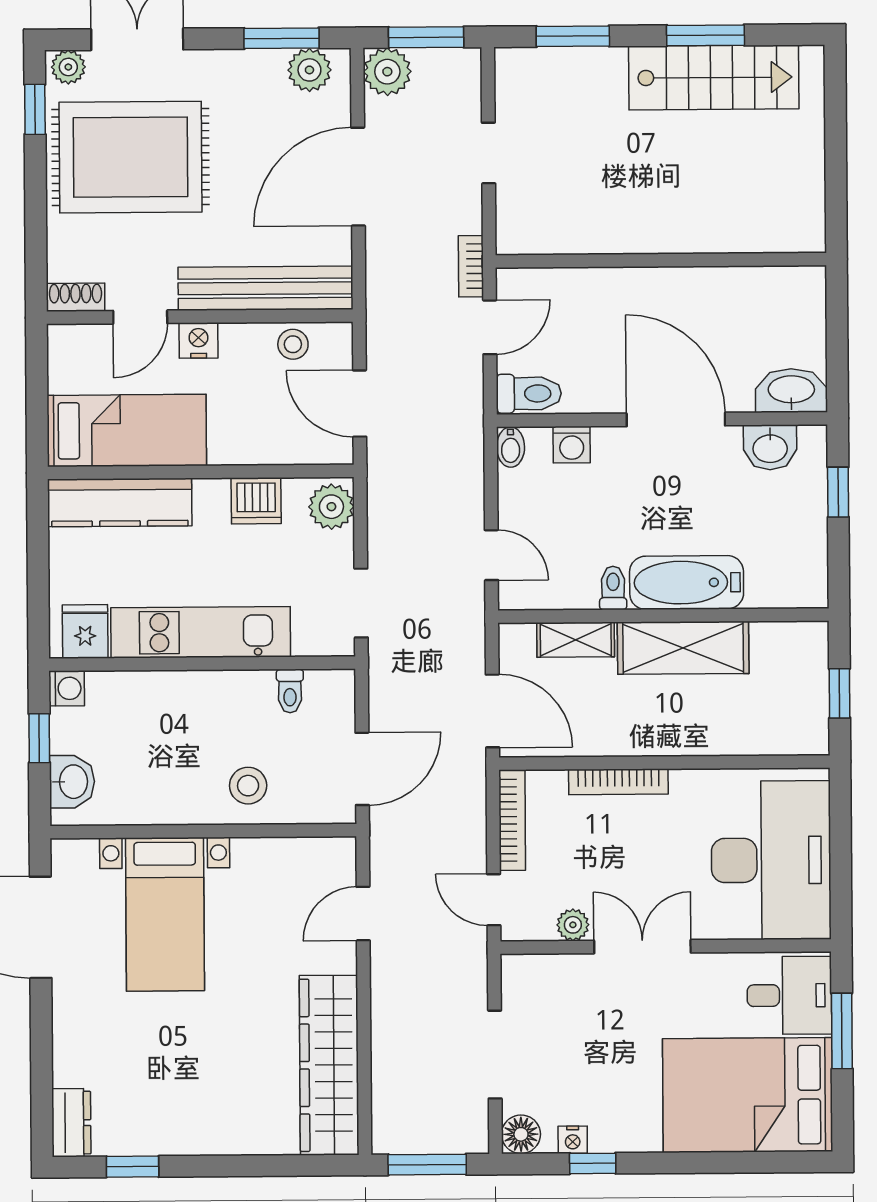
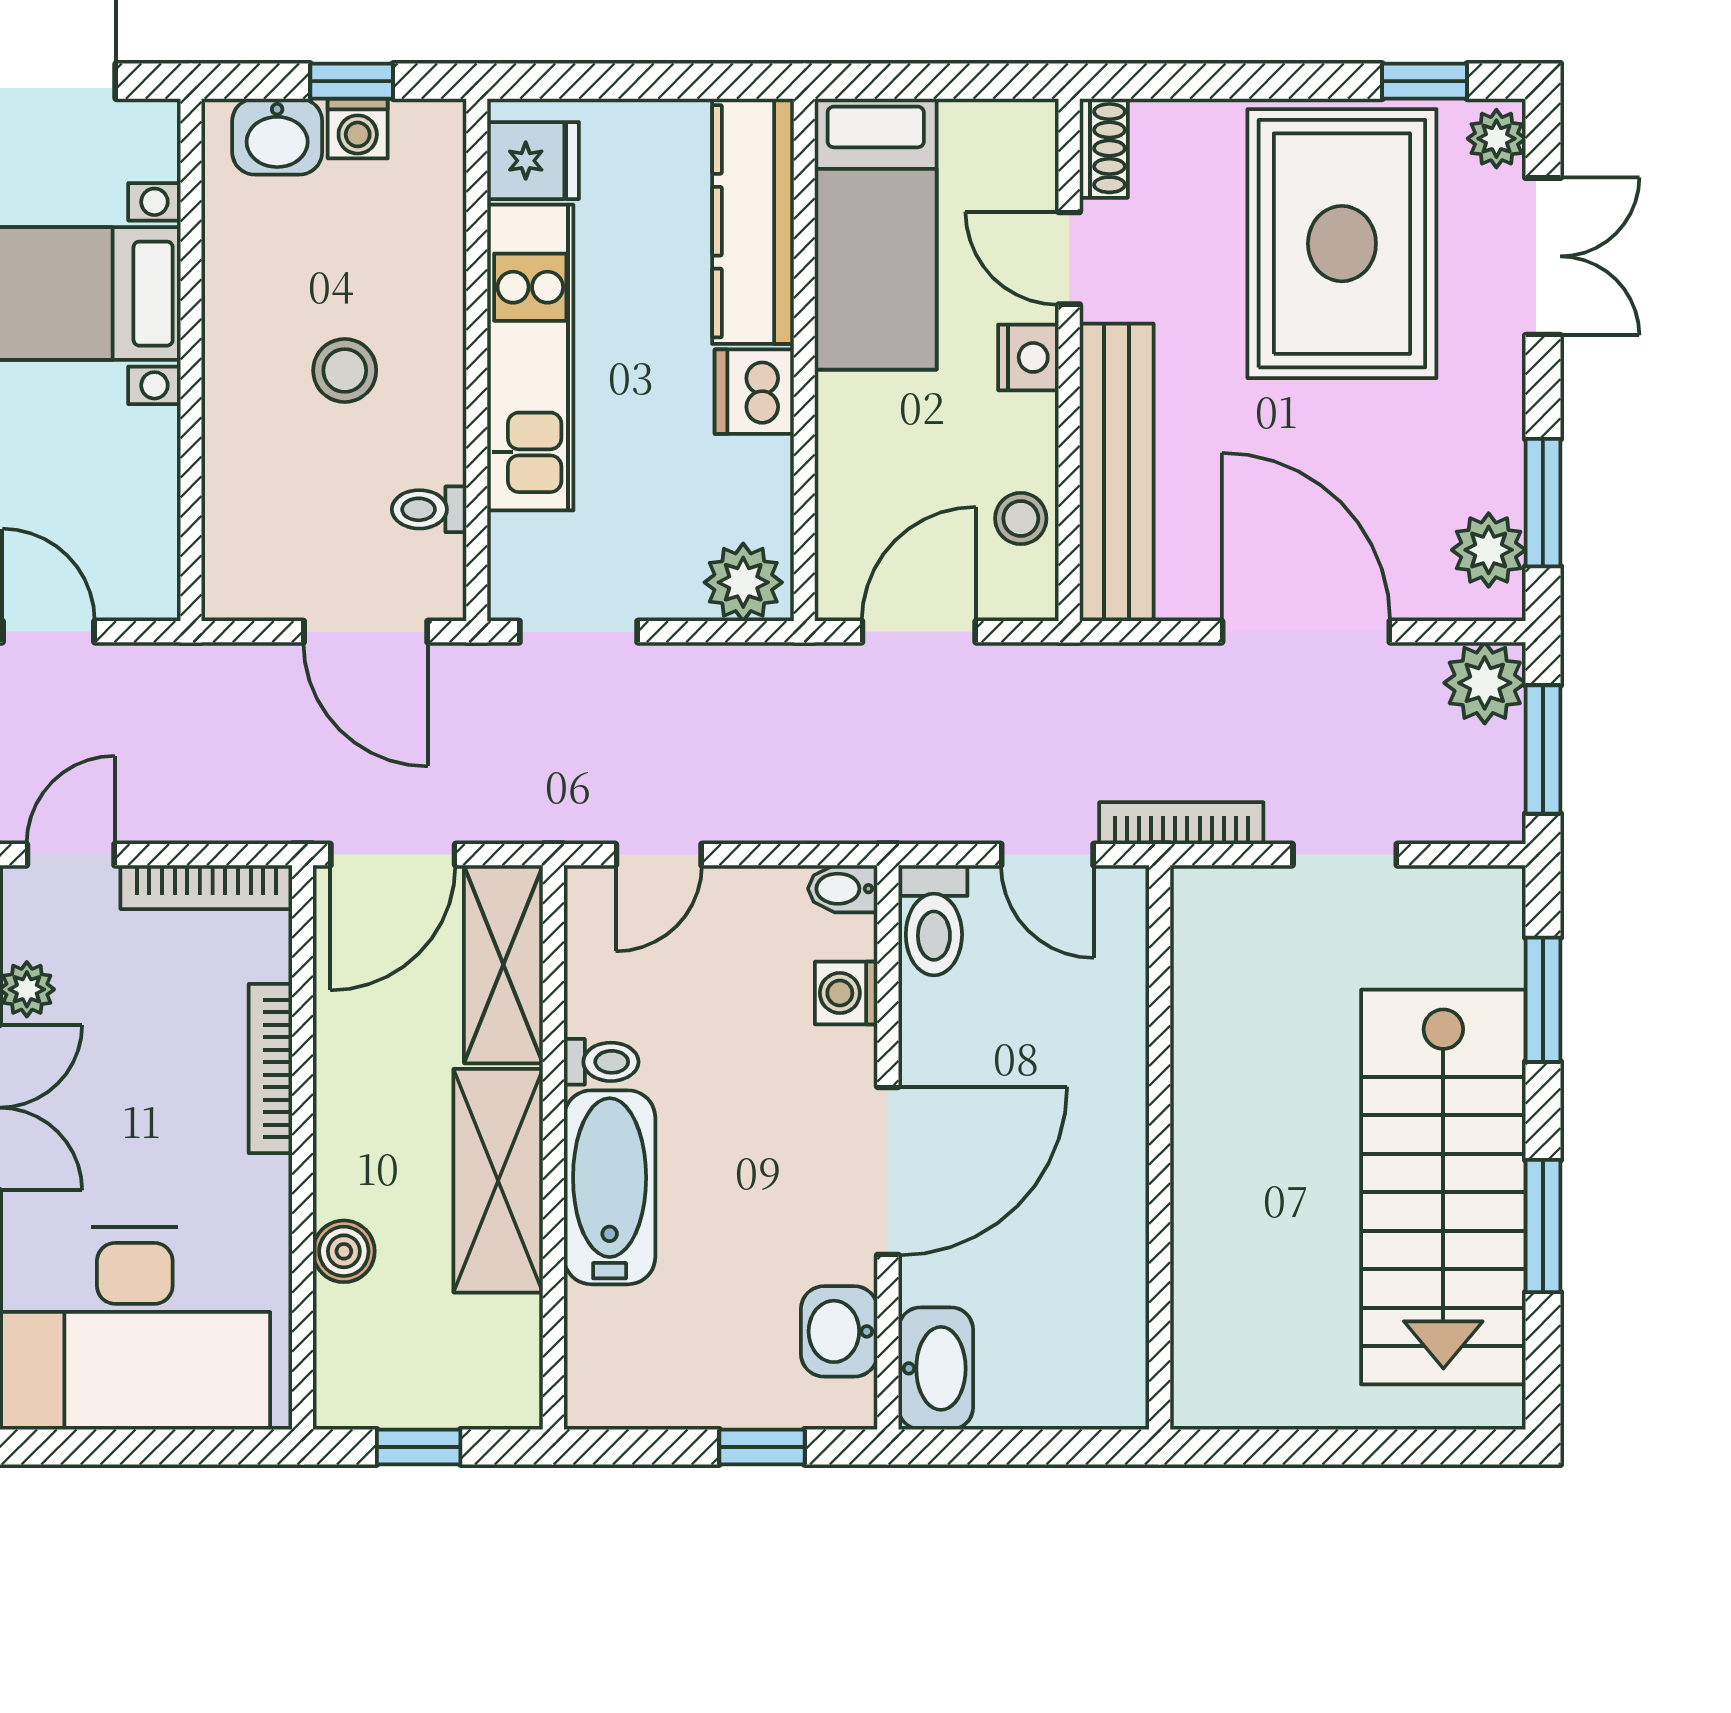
stairs: (714, 77) -> (1443, 1187), width x1.36, depth x1.51
bookcase: (471, 266) -> (1181, 823), width x1.56
dishwasher: (256, 501) -> (754, 392), moved
shelving: (576, 640) -> (503, 965), width x1.50, depth x1.33
washing machine: (67, 688) -> (358, 128), moved
boiler: (725, 738) -> (344, 1251), added
door: (362, 769) -> (366, 632), moved
stool: (248, 786) -> (345, 370), moved

